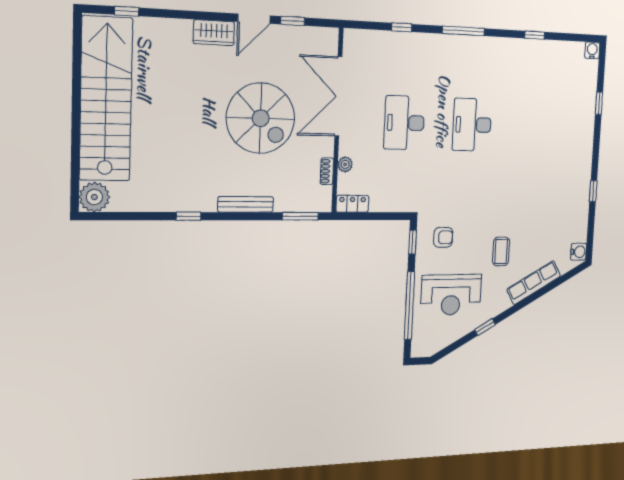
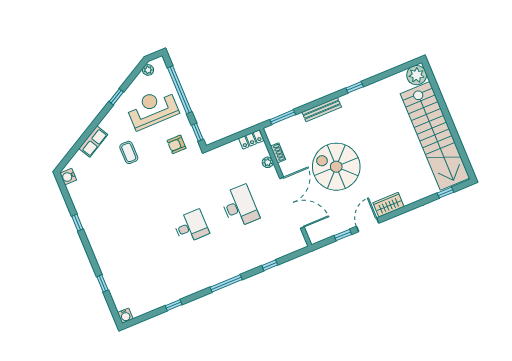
desk: (472, 125) -> (191, 227), width x0.73
row of seats: (534, 283) -> (93, 141), width x0.68
plant: (435, 346) -> (148, 70), added

